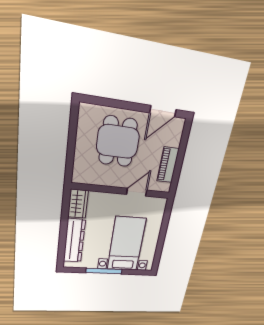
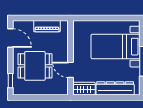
window: (102, 101) -> (10, 81), added
door: (137, 192) -> (71, 70), moved

